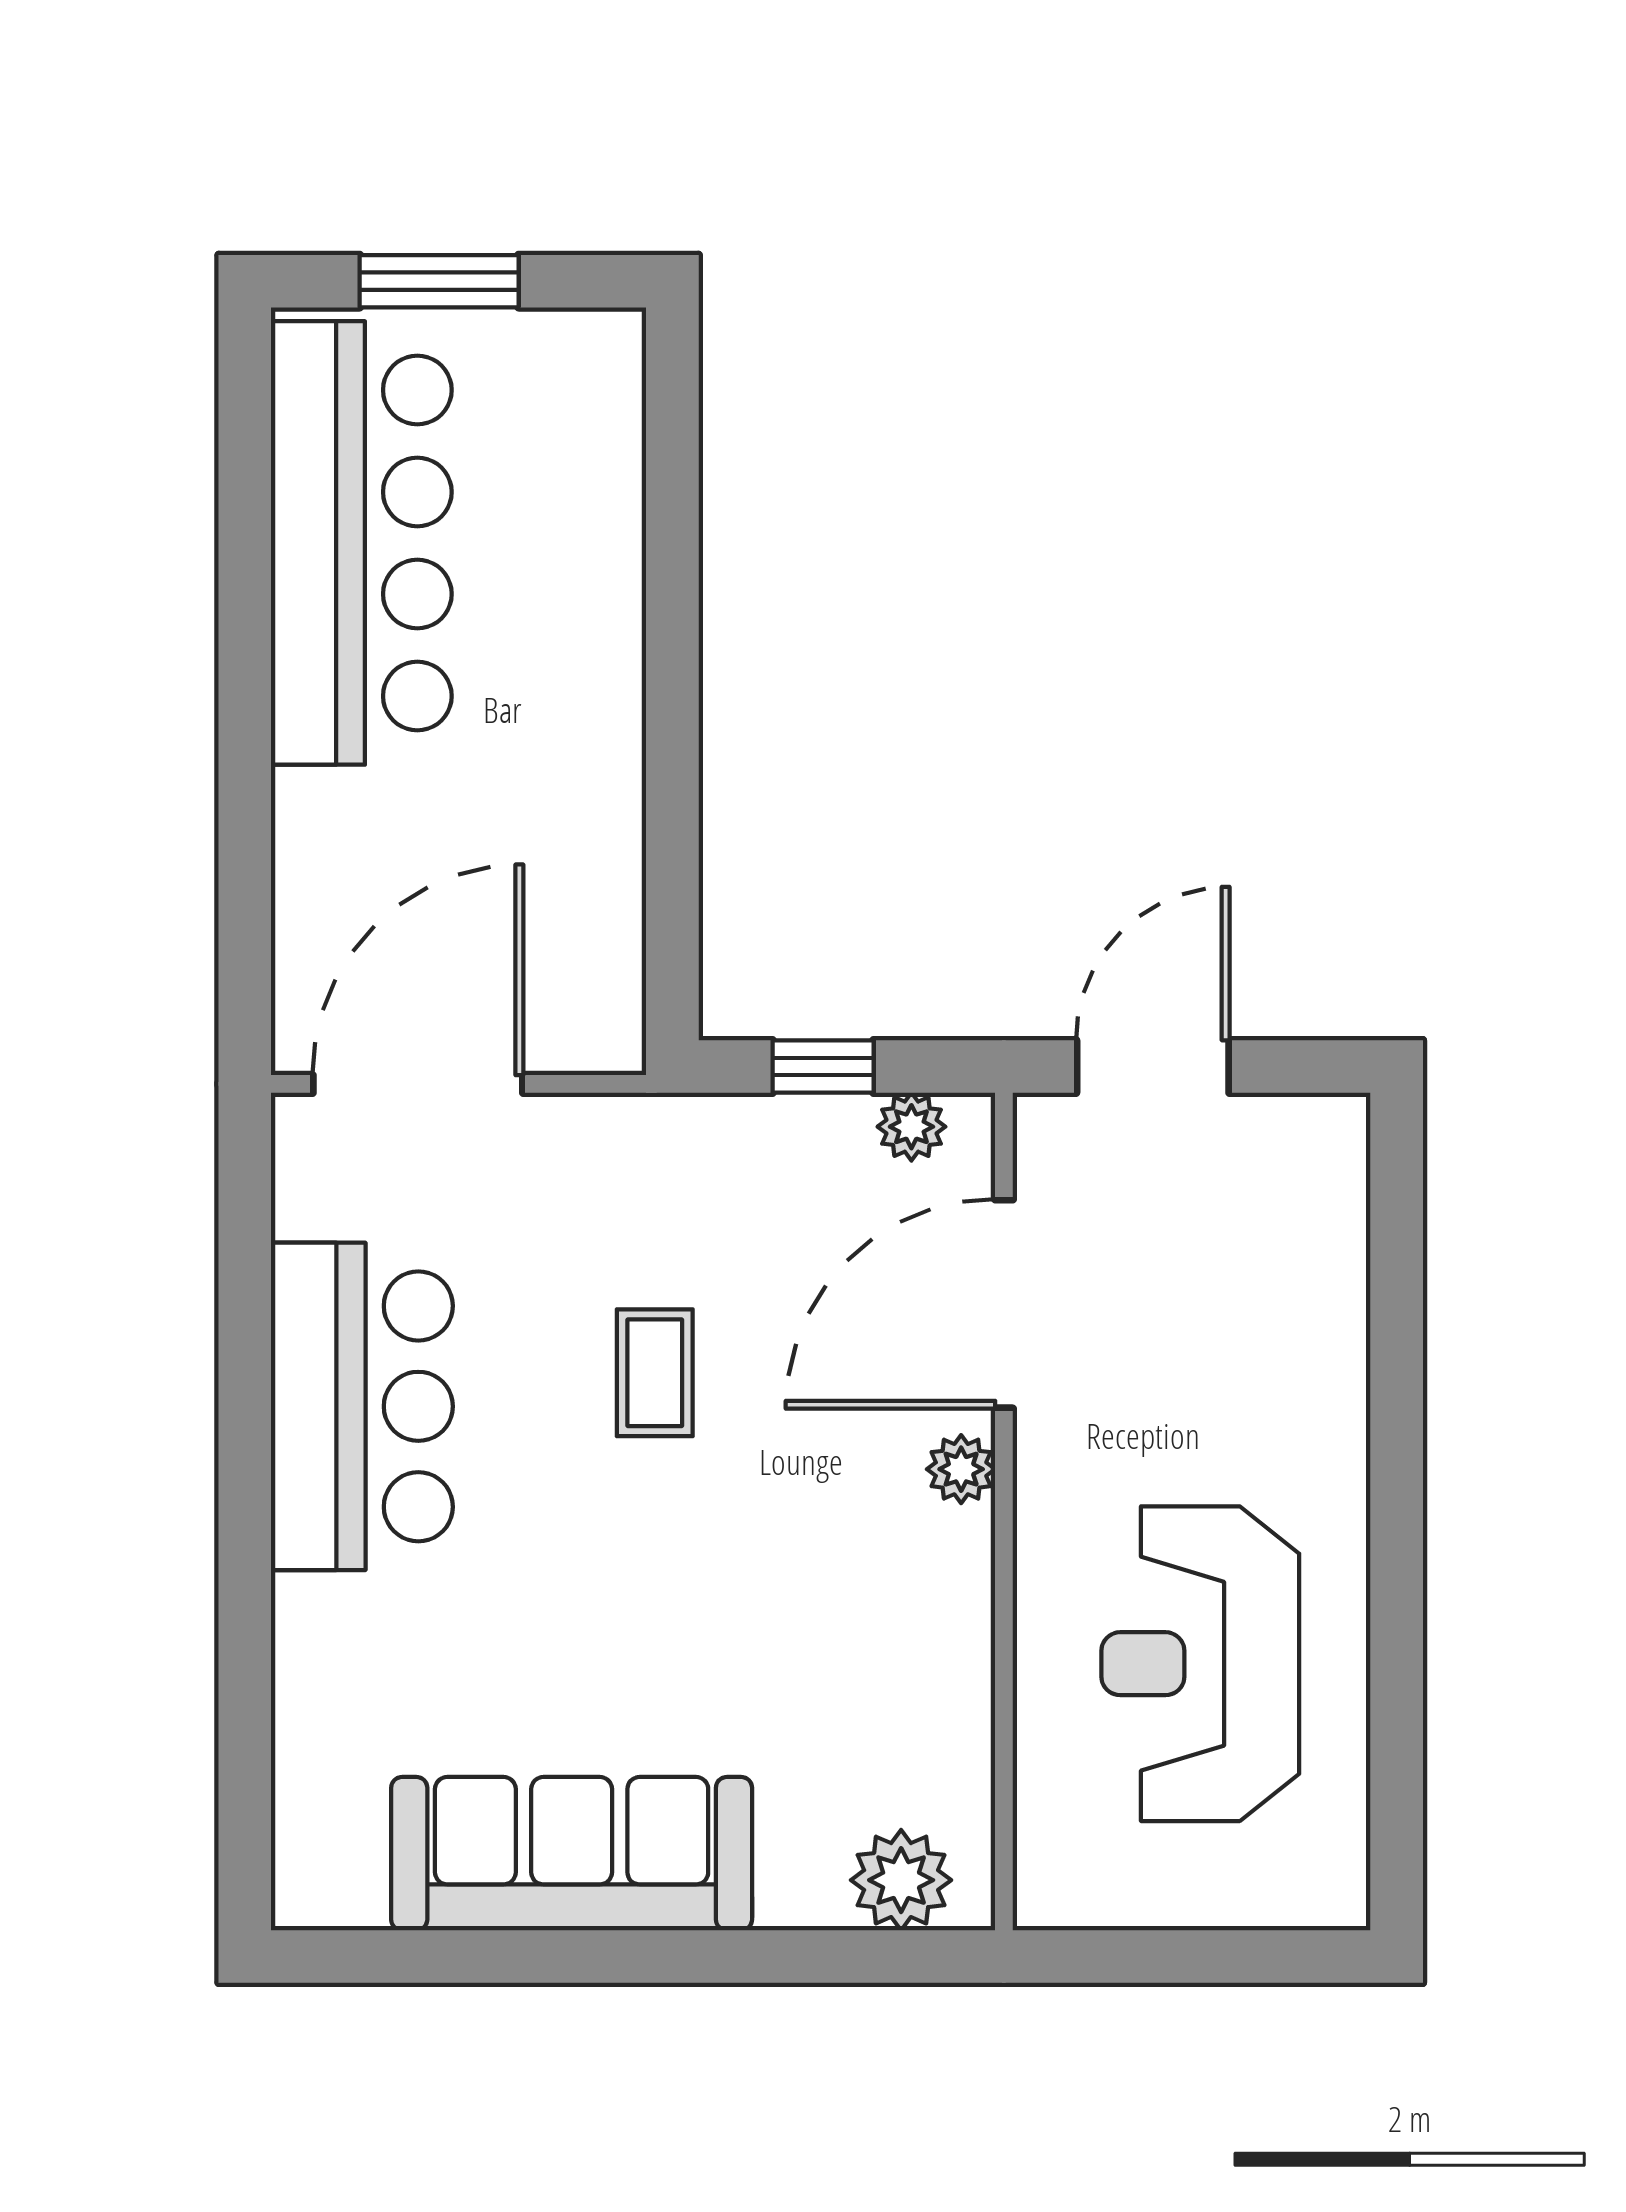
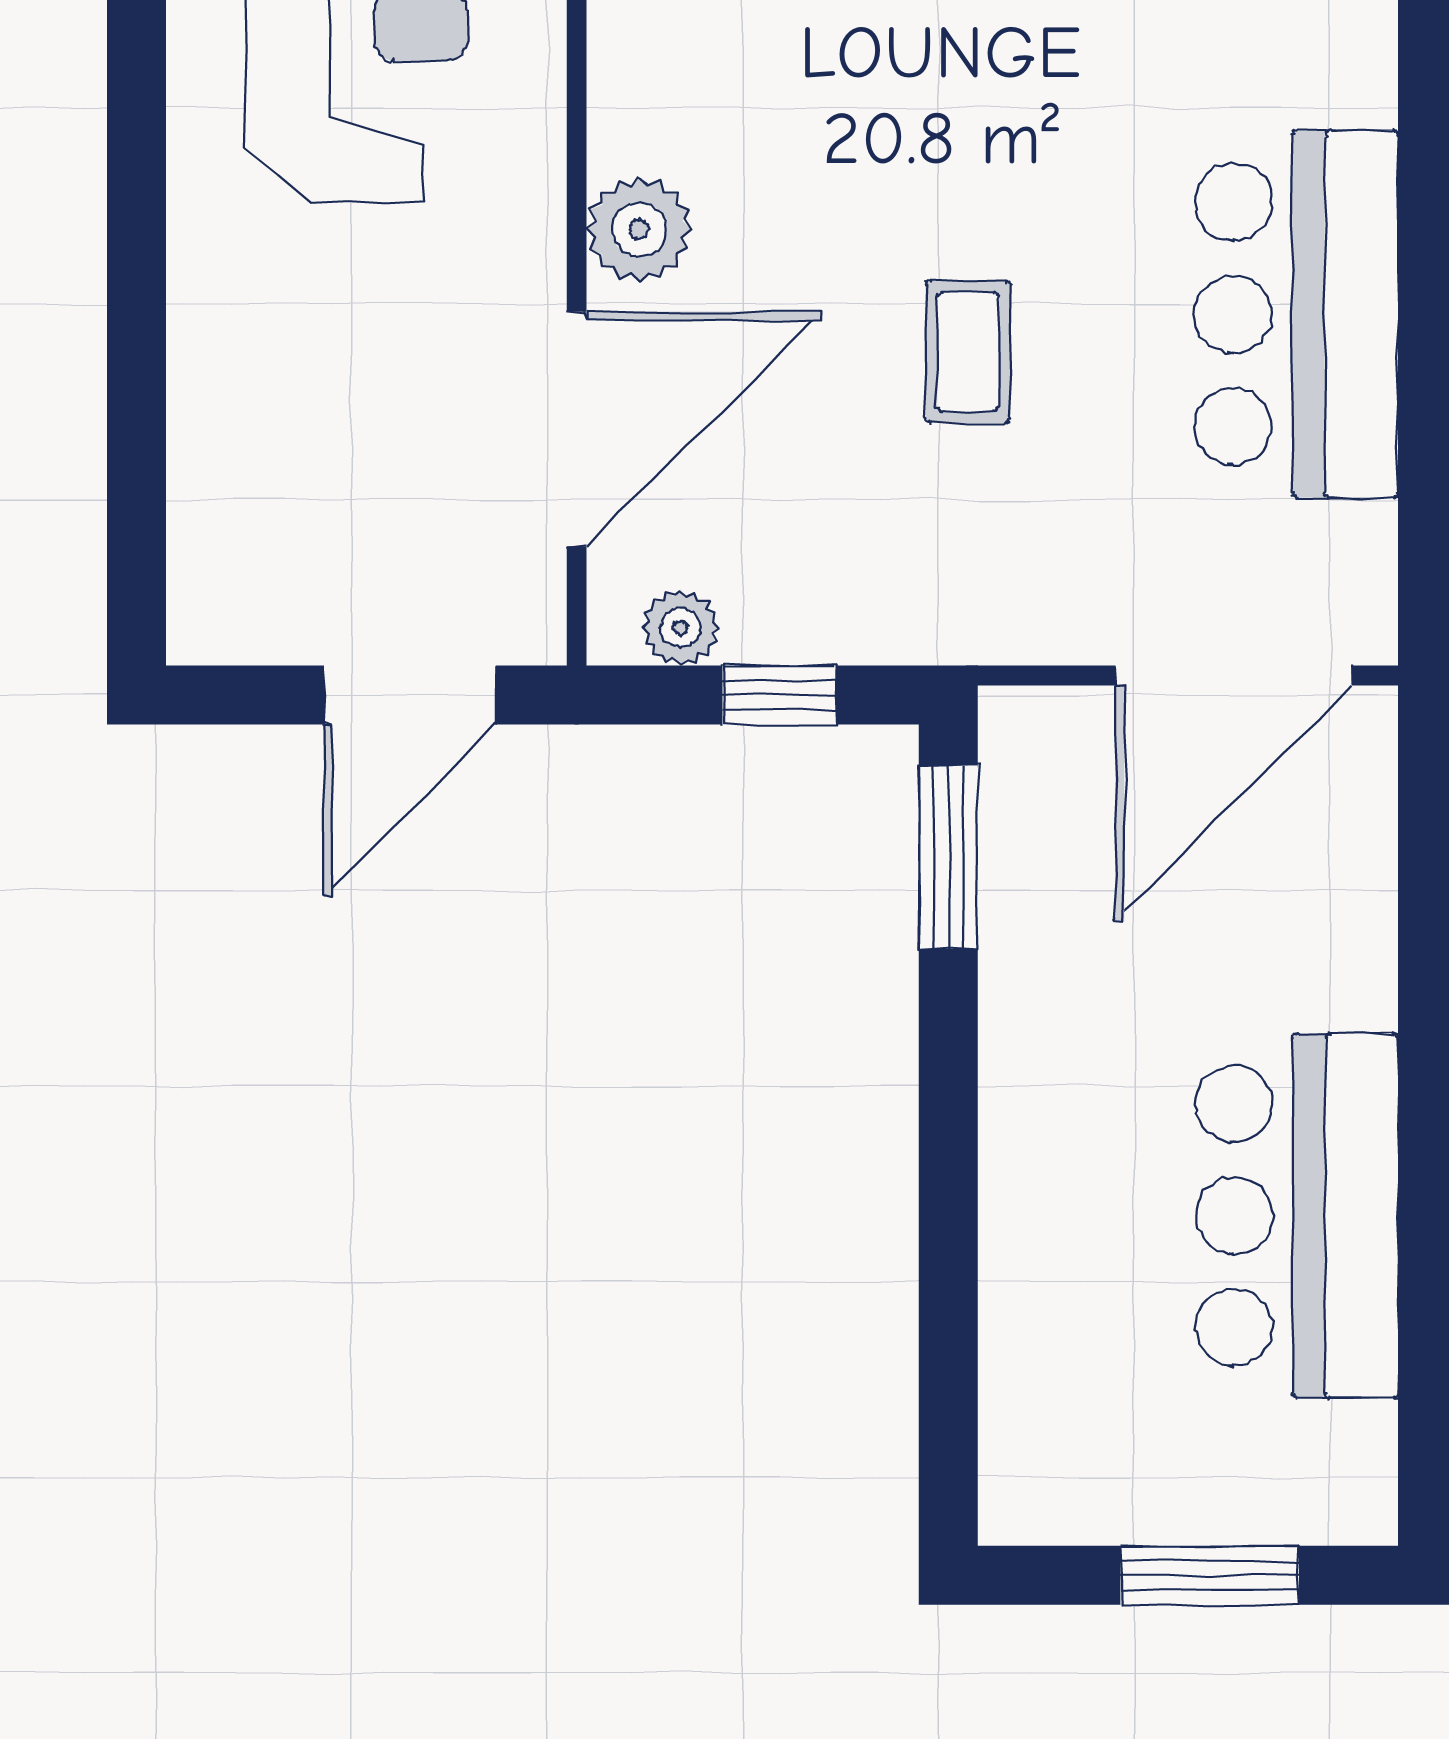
bar counter: (361, 543) -> (1297, 1216), width x0.73
window: (672, 922) -> (948, 857), added
plant: (961, 1469) -> (639, 229), width x1.38, depth x1.38

